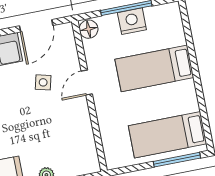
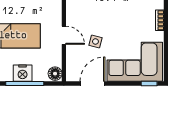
door: (87, 83) -> (64, 35), hinge flipped

